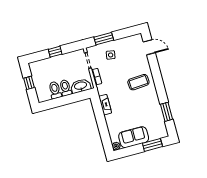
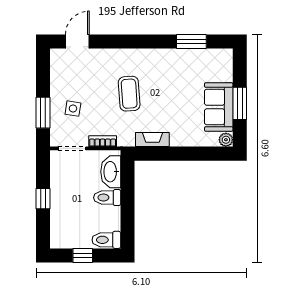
coffee table: (138, 82) -> (129, 94), moved
toilet: (55, 90) -> (106, 240), moved
window: (152, 145) -> (240, 103), moved

